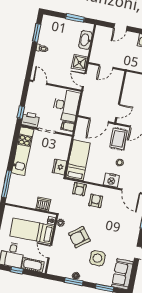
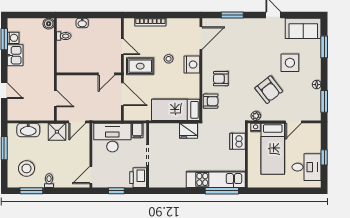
stool: (55, 32) -> (26, 168), added
door: (118, 111) -> (106, 74), swing flipped
window: (21, 112) -> (116, 191), moved
kitchen unit: (23, 151) -> (216, 179), moved
cot: (33, 265) -> (314, 140), removed
window: (74, 282) -> (324, 101), moved

